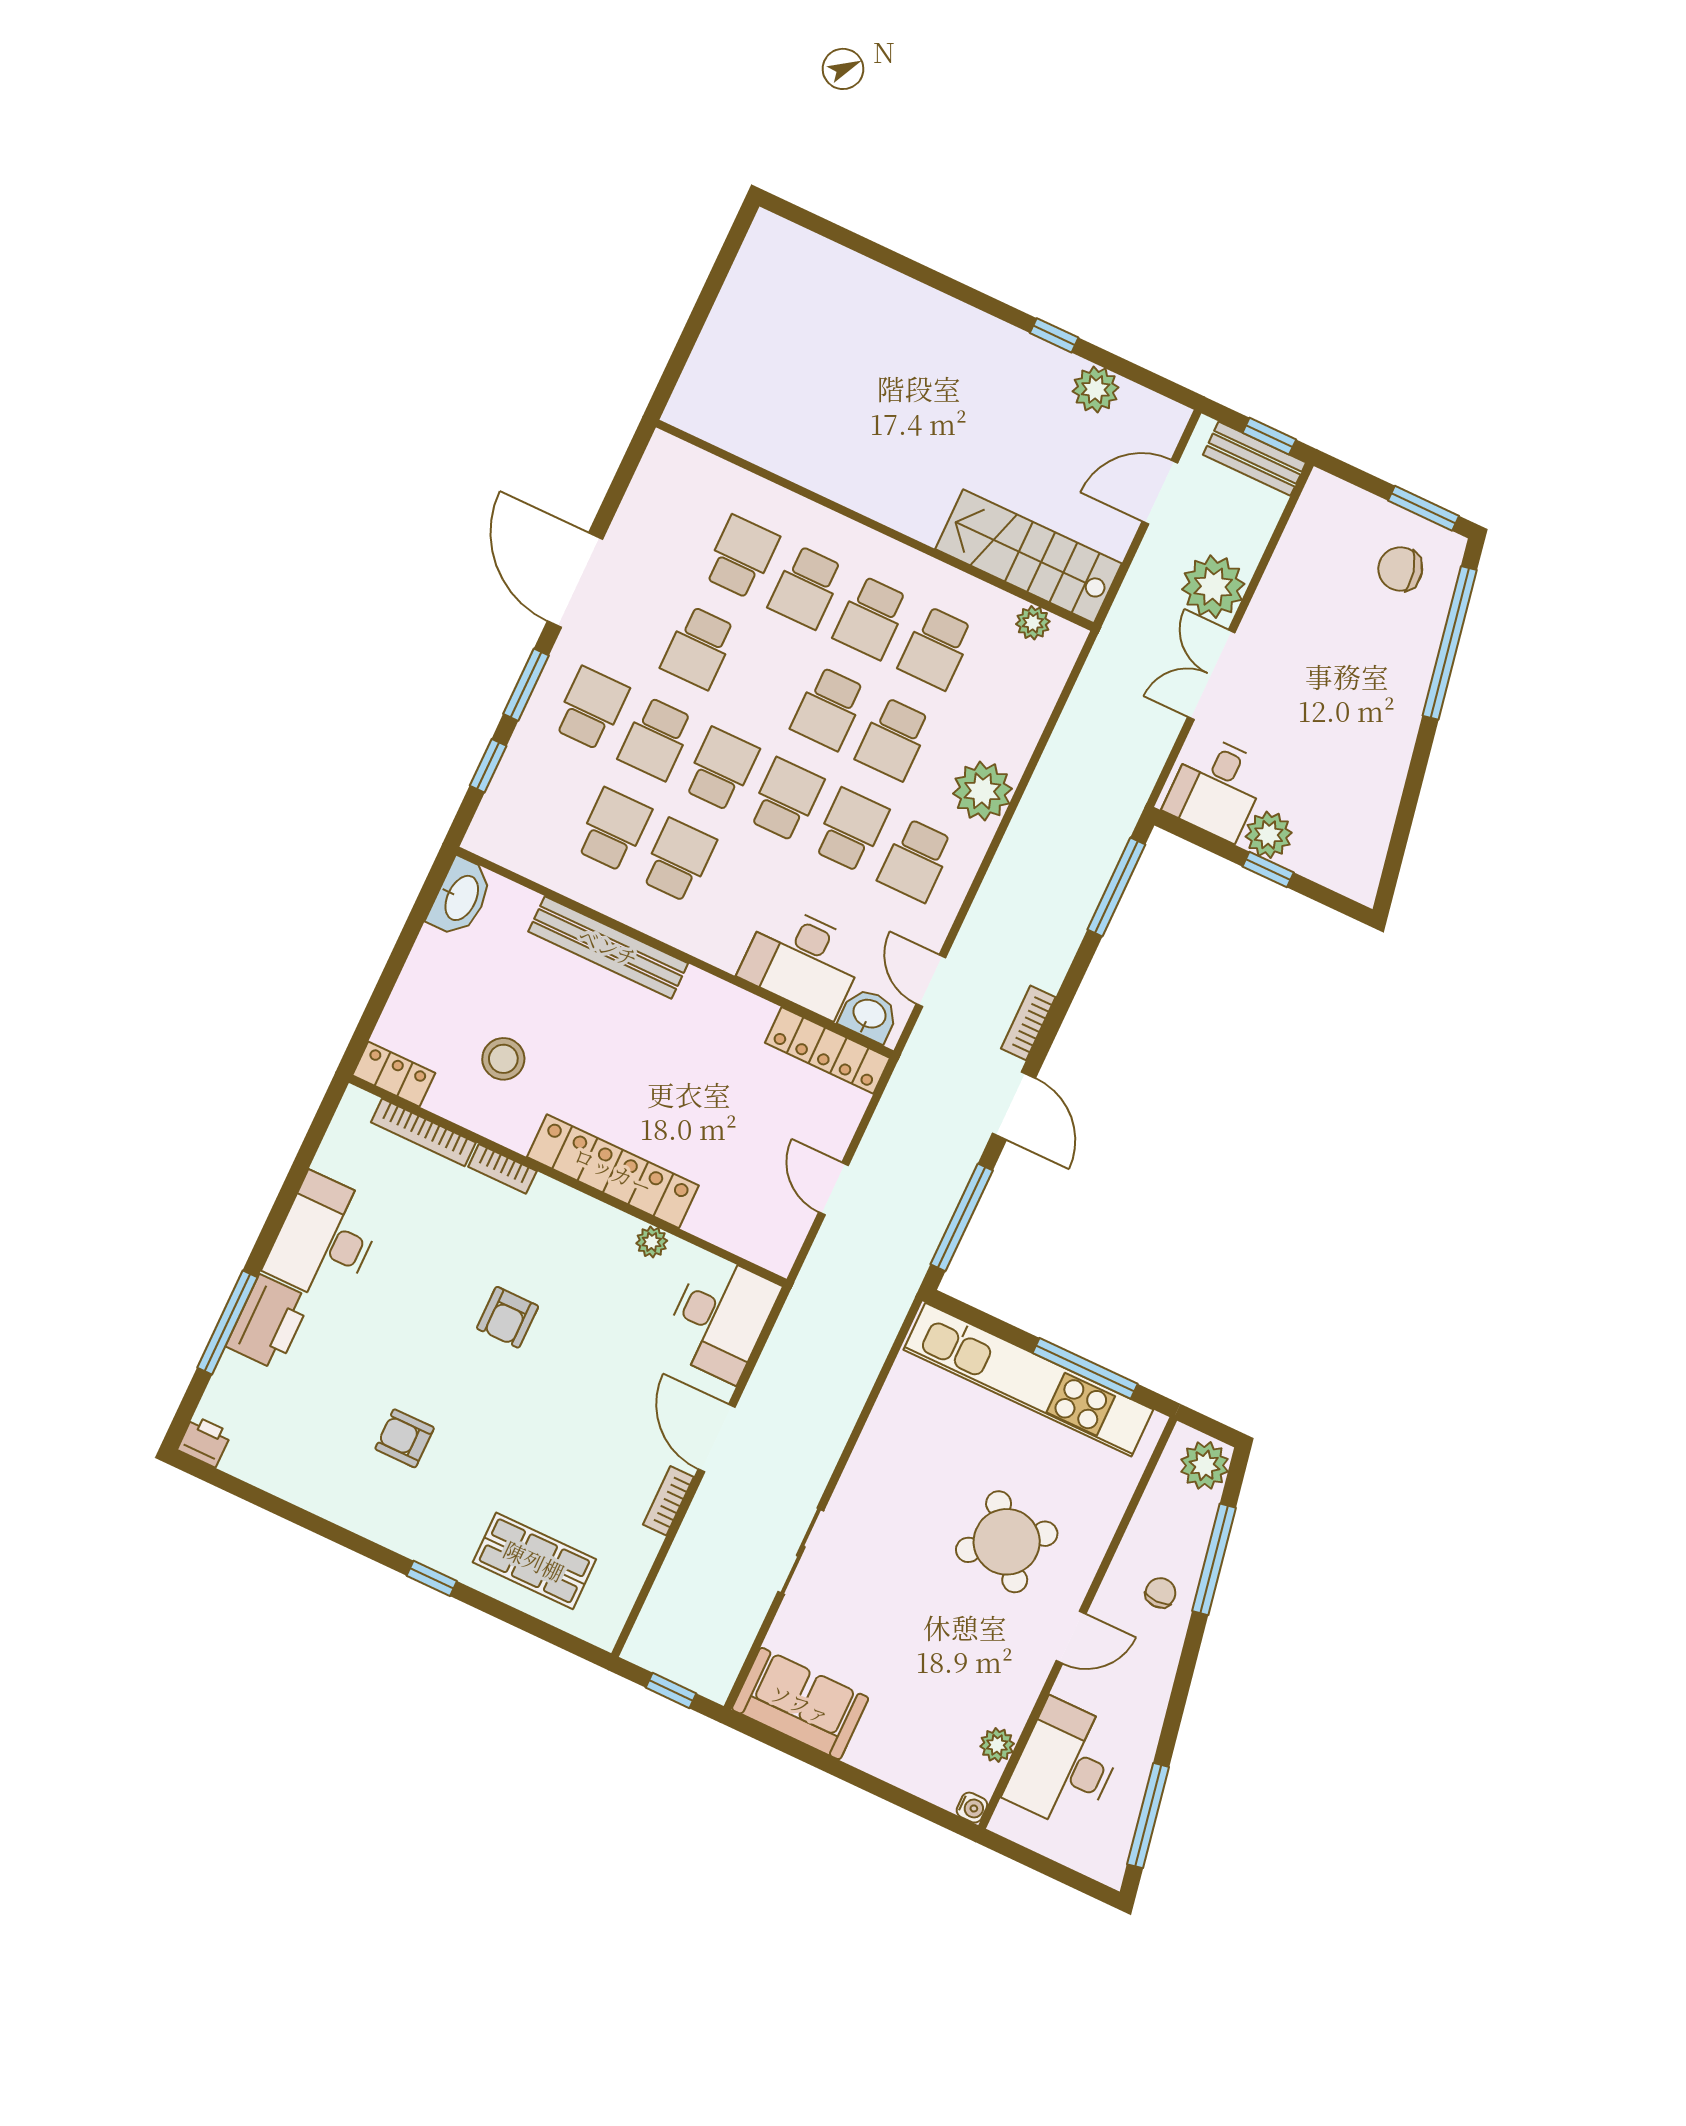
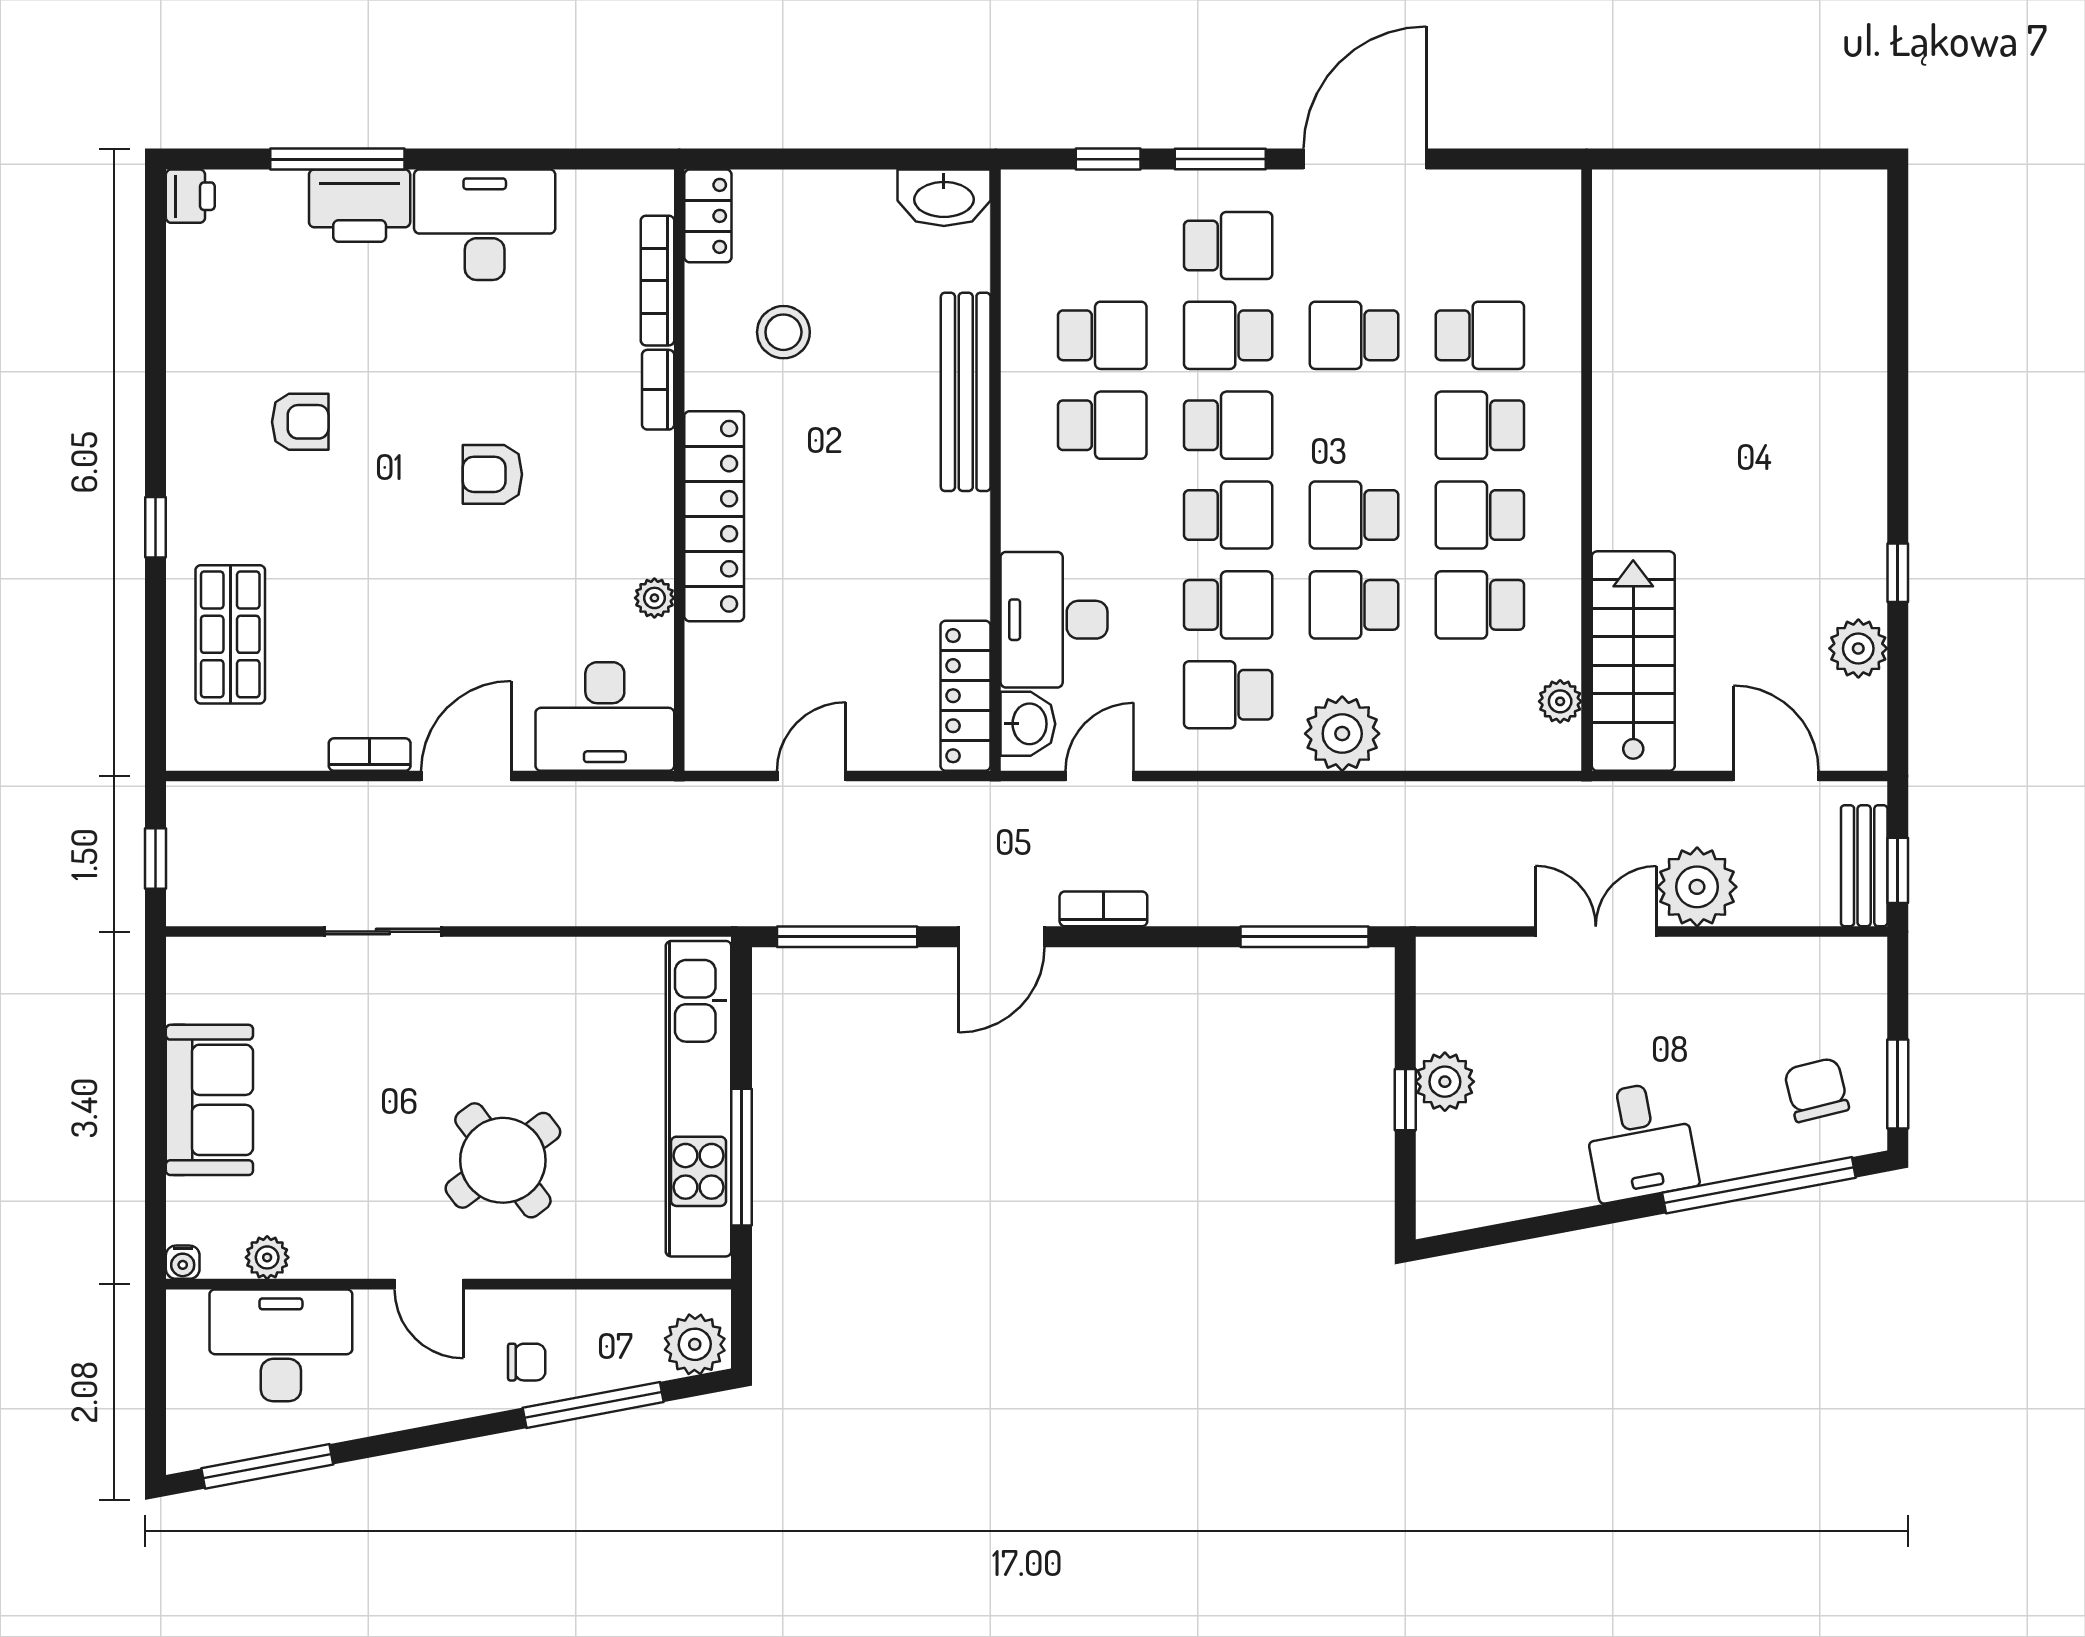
desk: (1216, 788) -> (1640, 1141), moved, turned -101
armchair: (405, 1438) -> (300, 422), turned 90
sofa: (800, 1704) -> (209, 1100), moved

